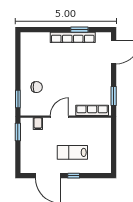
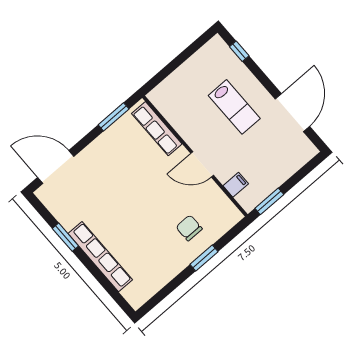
row of seats: (73, 37) -> (100, 257), moved
window: (18, 99) -> (204, 258), moved
window: (74, 176) -> (239, 51), moved

